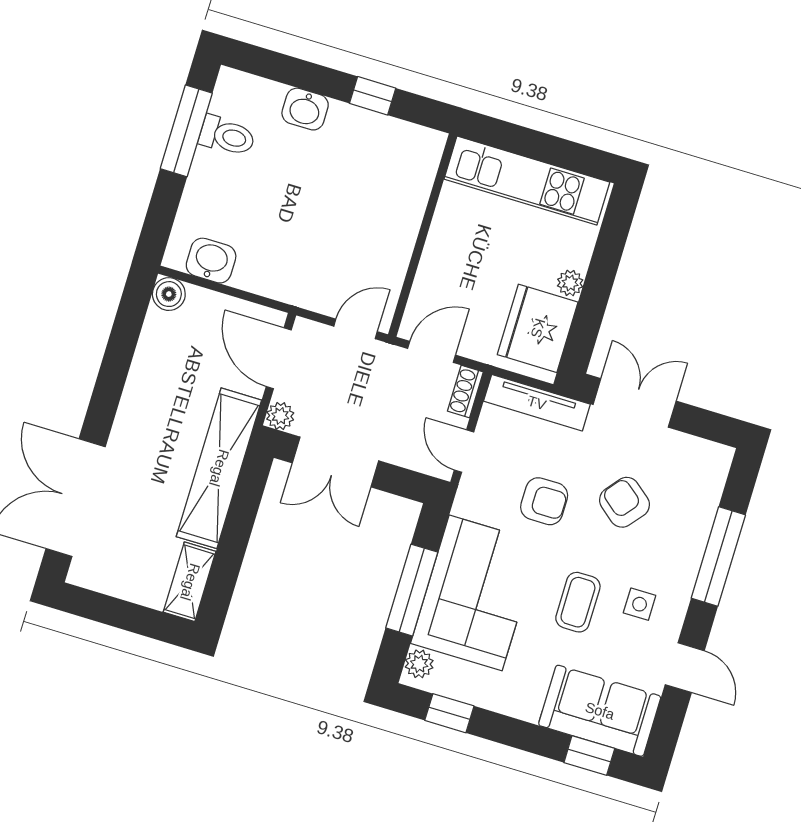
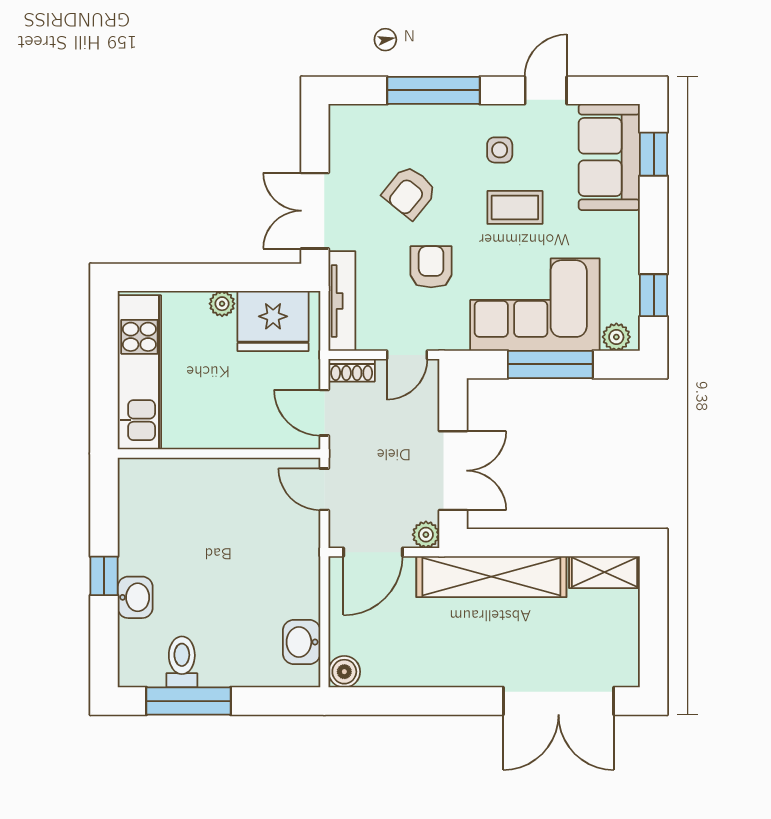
window: (373, 96) -> (104, 576), moved

